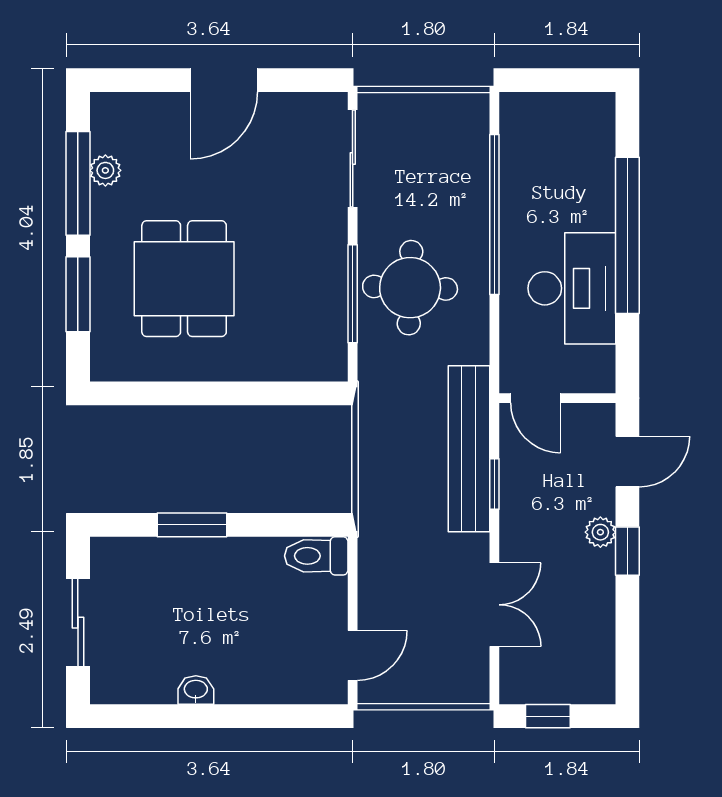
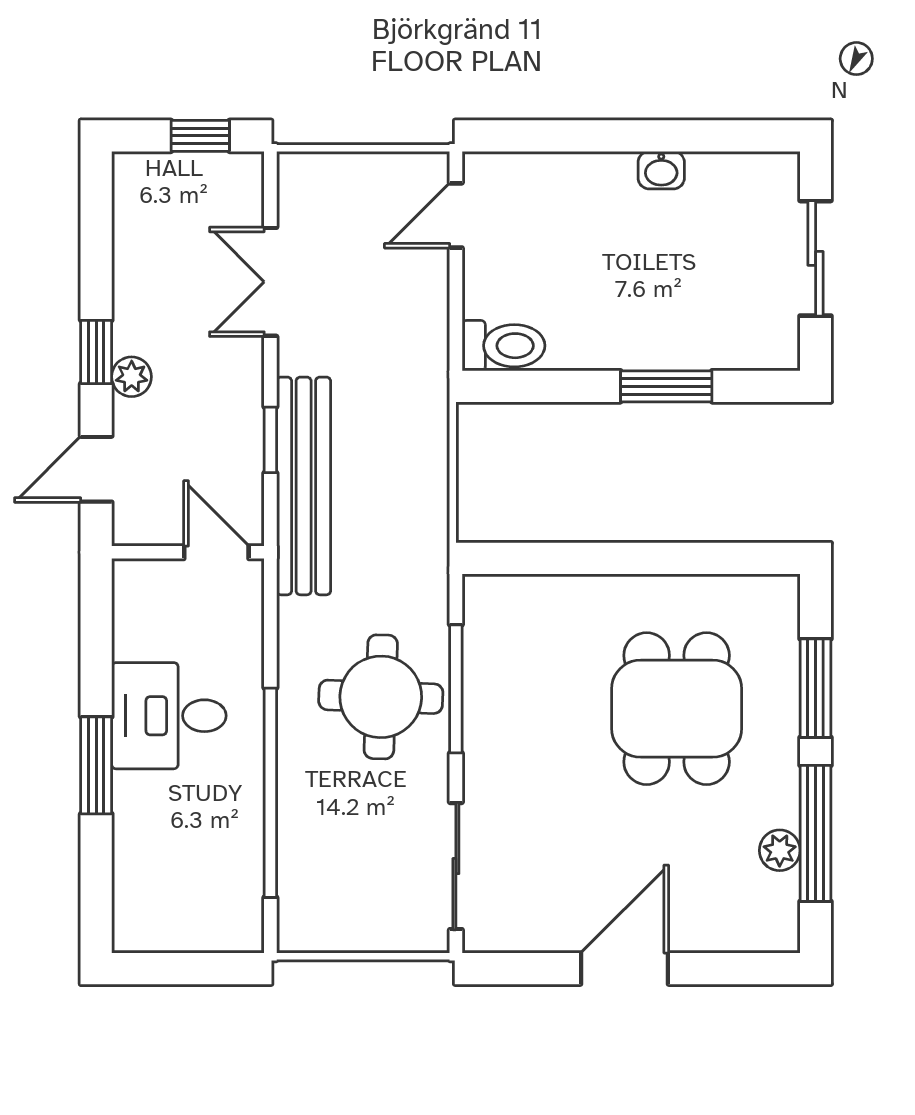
window: (627, 235) -> (96, 765), width x0.47
desk: (572, 288) -> (169, 716), width x0.73

